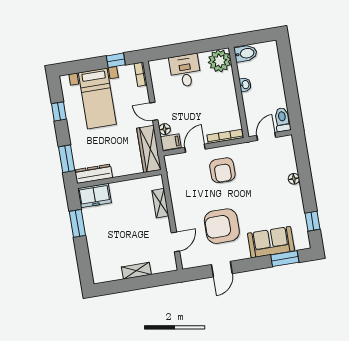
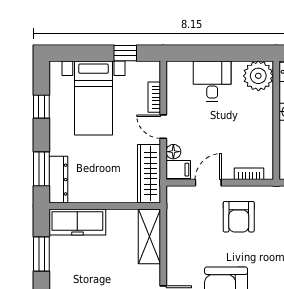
bookcase: (141, 74) -> (154, 97), moved
bookcase: (225, 136) -> (249, 174), width x0.64
dresser: (94, 174) -> (58, 180), moved, turned 90
freezer: (95, 196) -> (77, 222), width x1.40
shelving: (160, 203) -> (149, 237), width x1.50, depth x1.33

